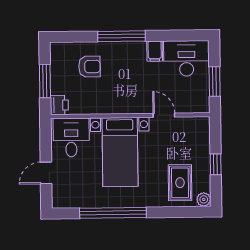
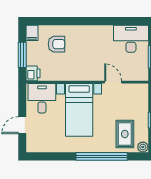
window: (121, 36) -> (81, 21), removed
filing cabinet: (155, 51) -> (32, 33), moved
window: (113, 213) -> (102, 156), moved

